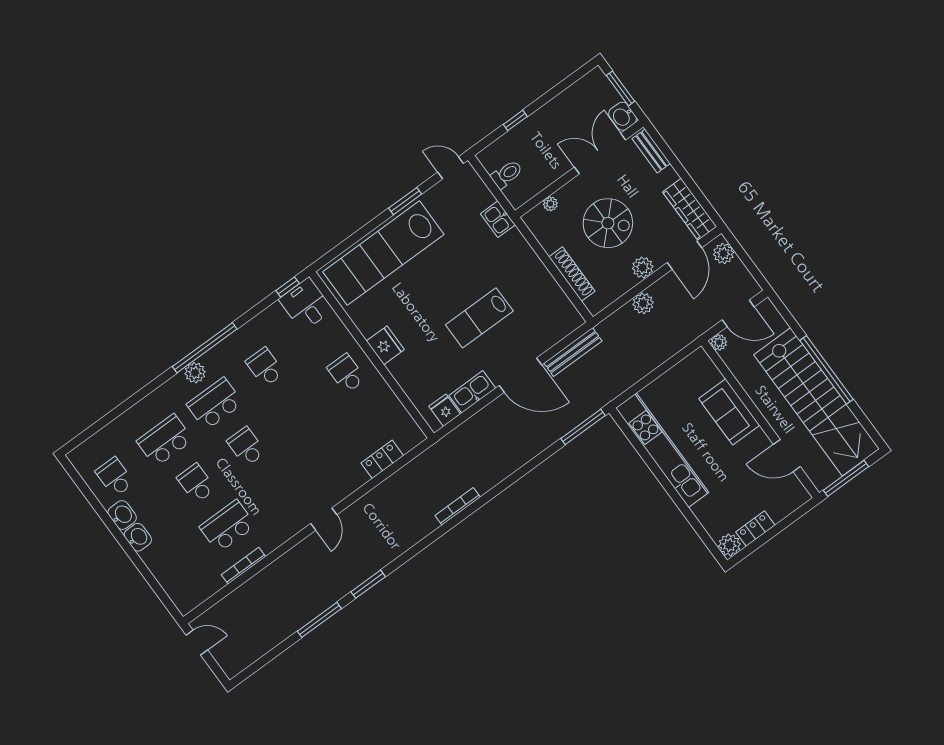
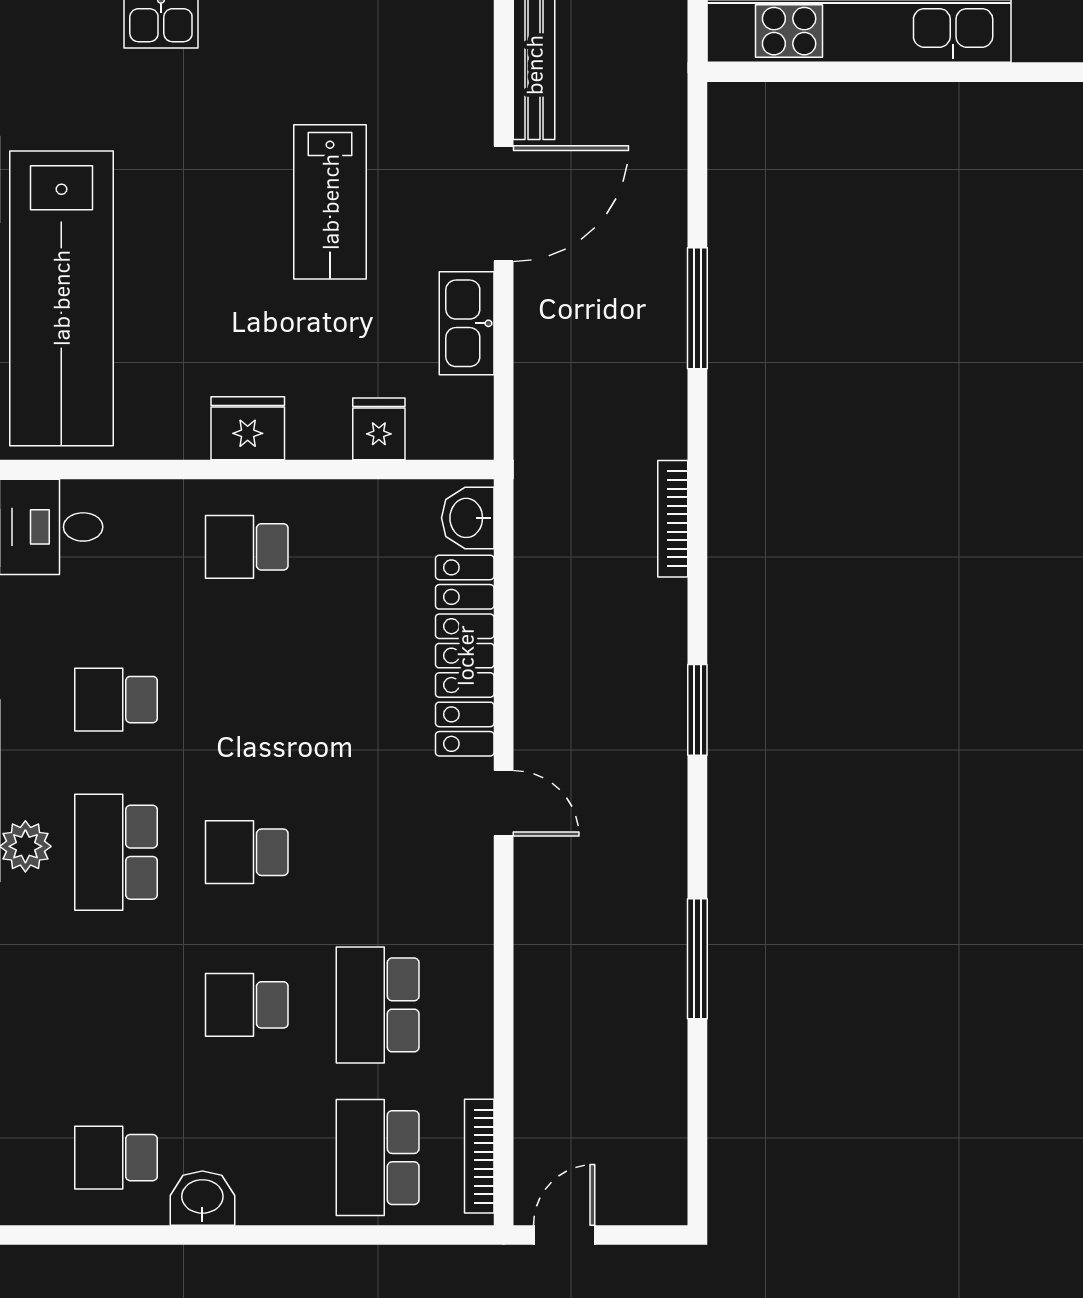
fridge: (445, 410) -> (379, 429), moved, turned 90
window: (583, 427) -> (697, 308), moved
school desk: (165, 440) -> (378, 1158), moved
locker: (382, 459) -> (465, 656), width x2.16, depth x1.21
washbasin: (138, 537) -> (468, 518), moved, turned -90
bookcase: (243, 566) -> (479, 1156), moved
window: (368, 584) -> (697, 710), moved

